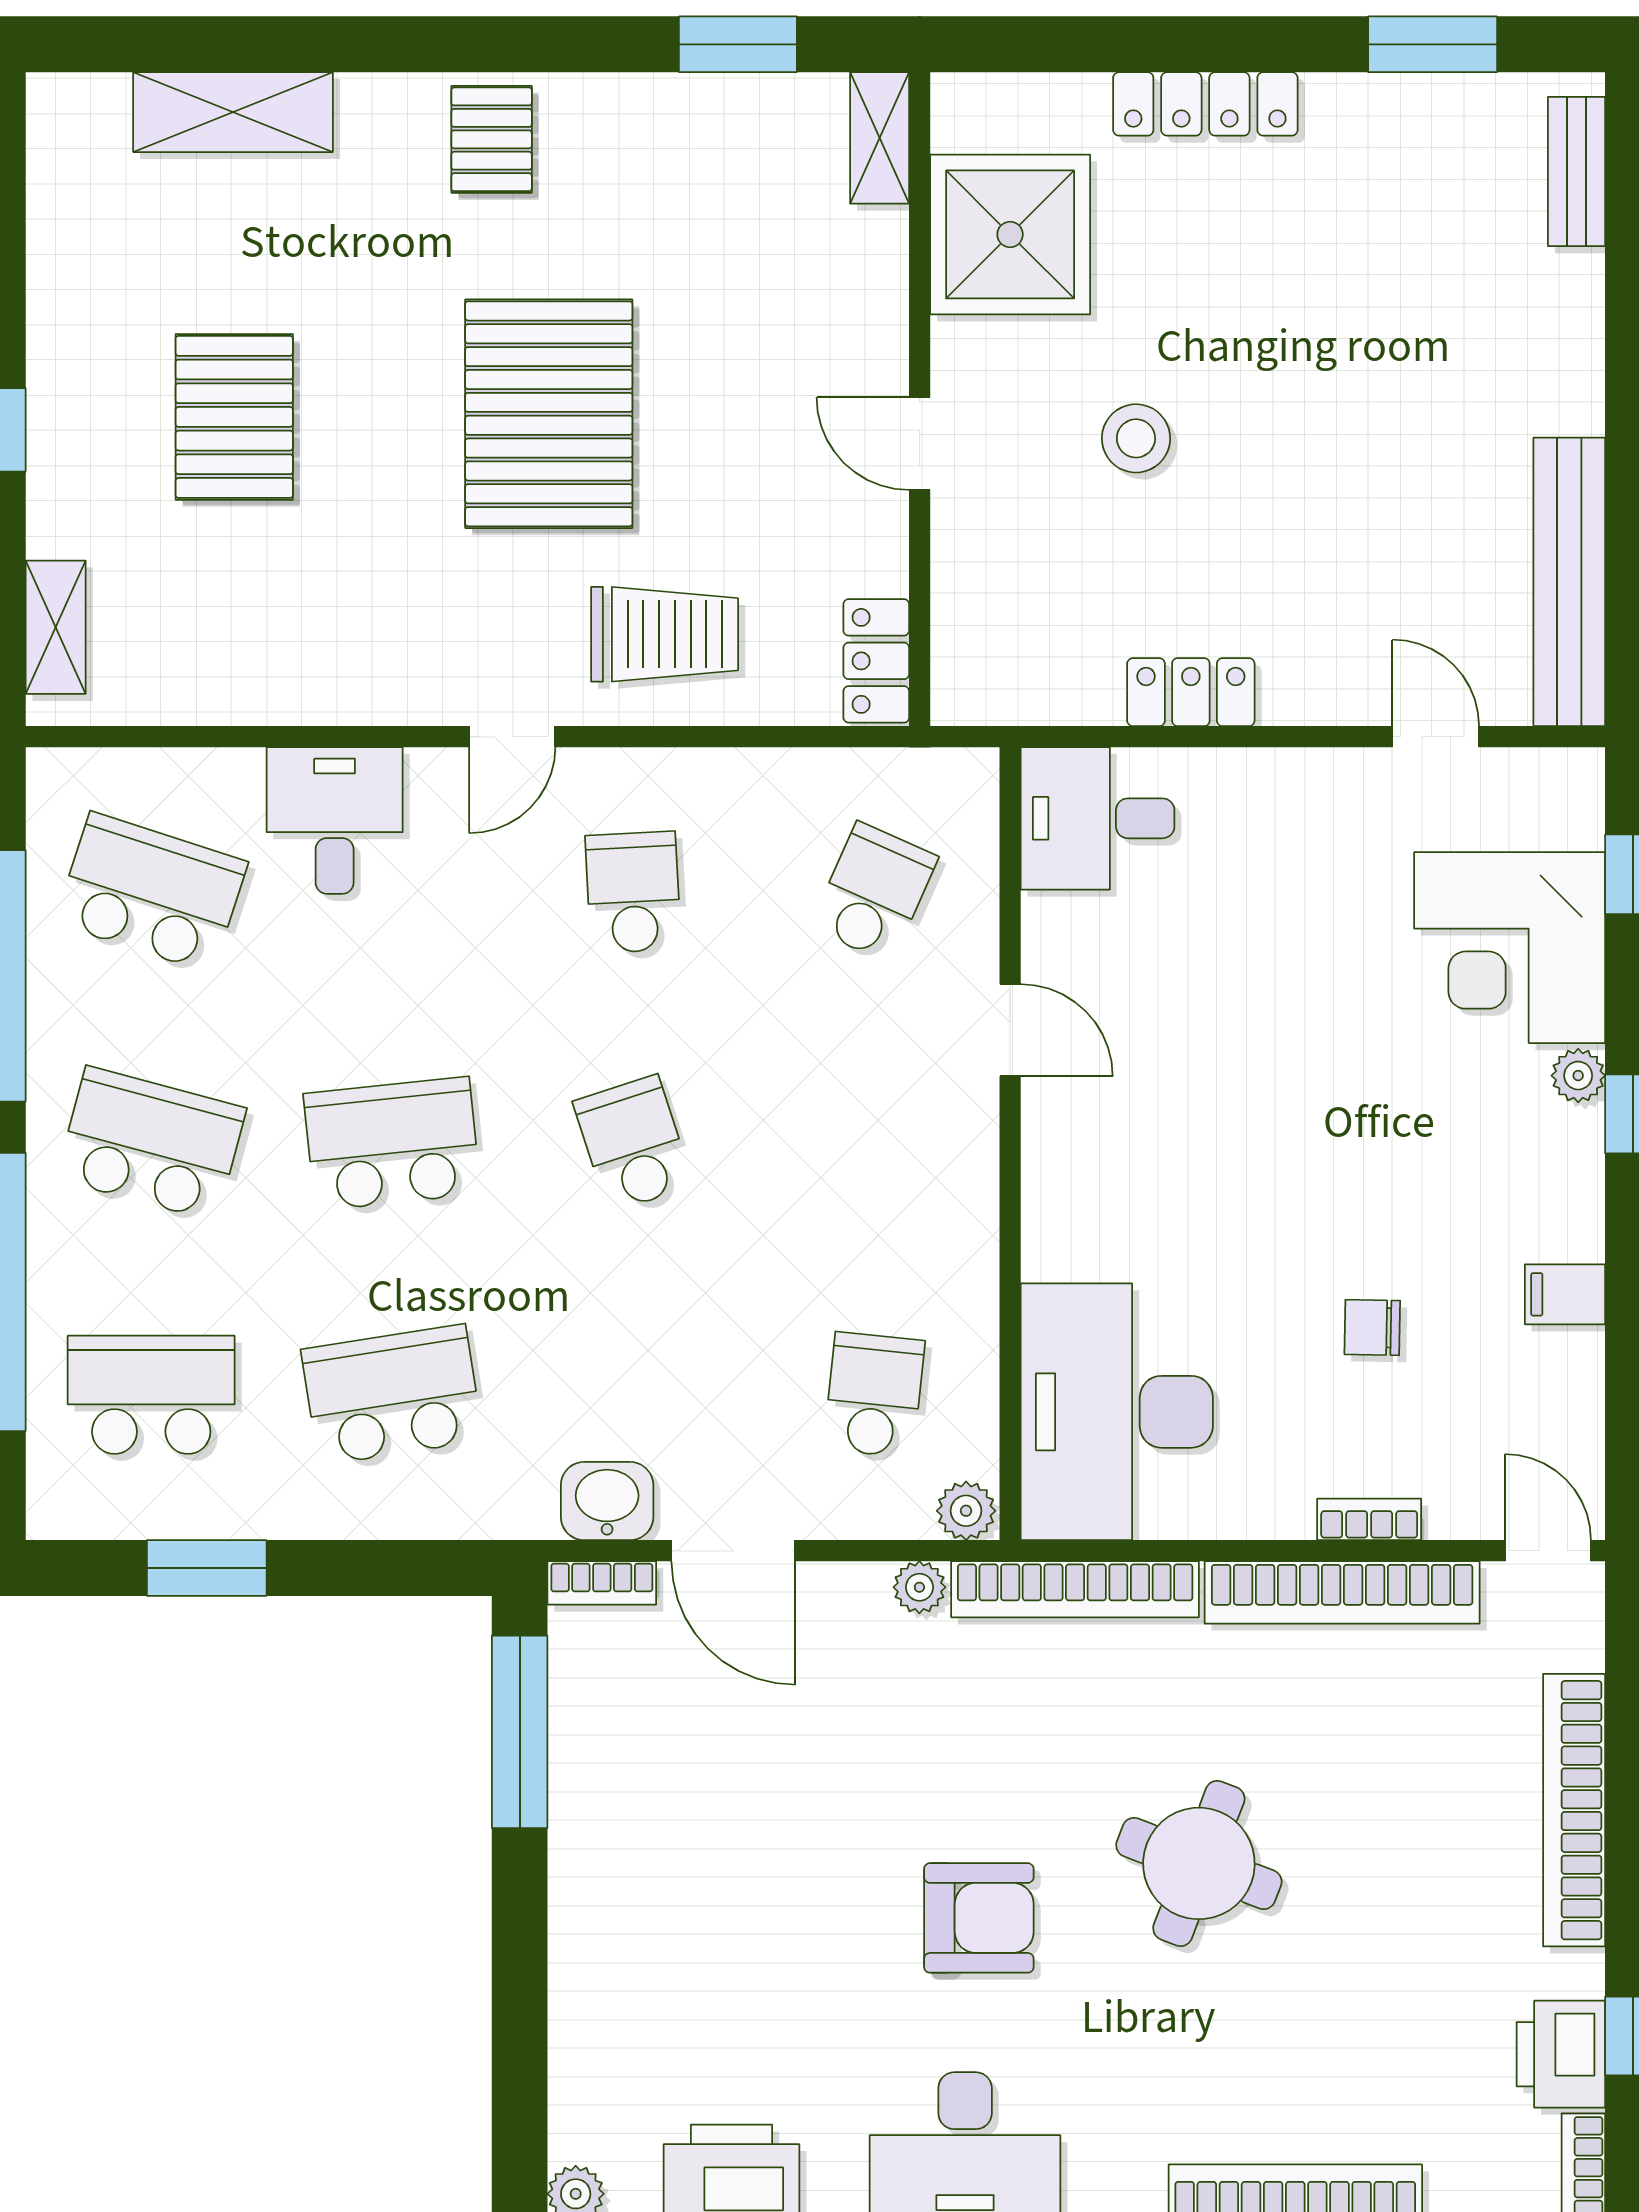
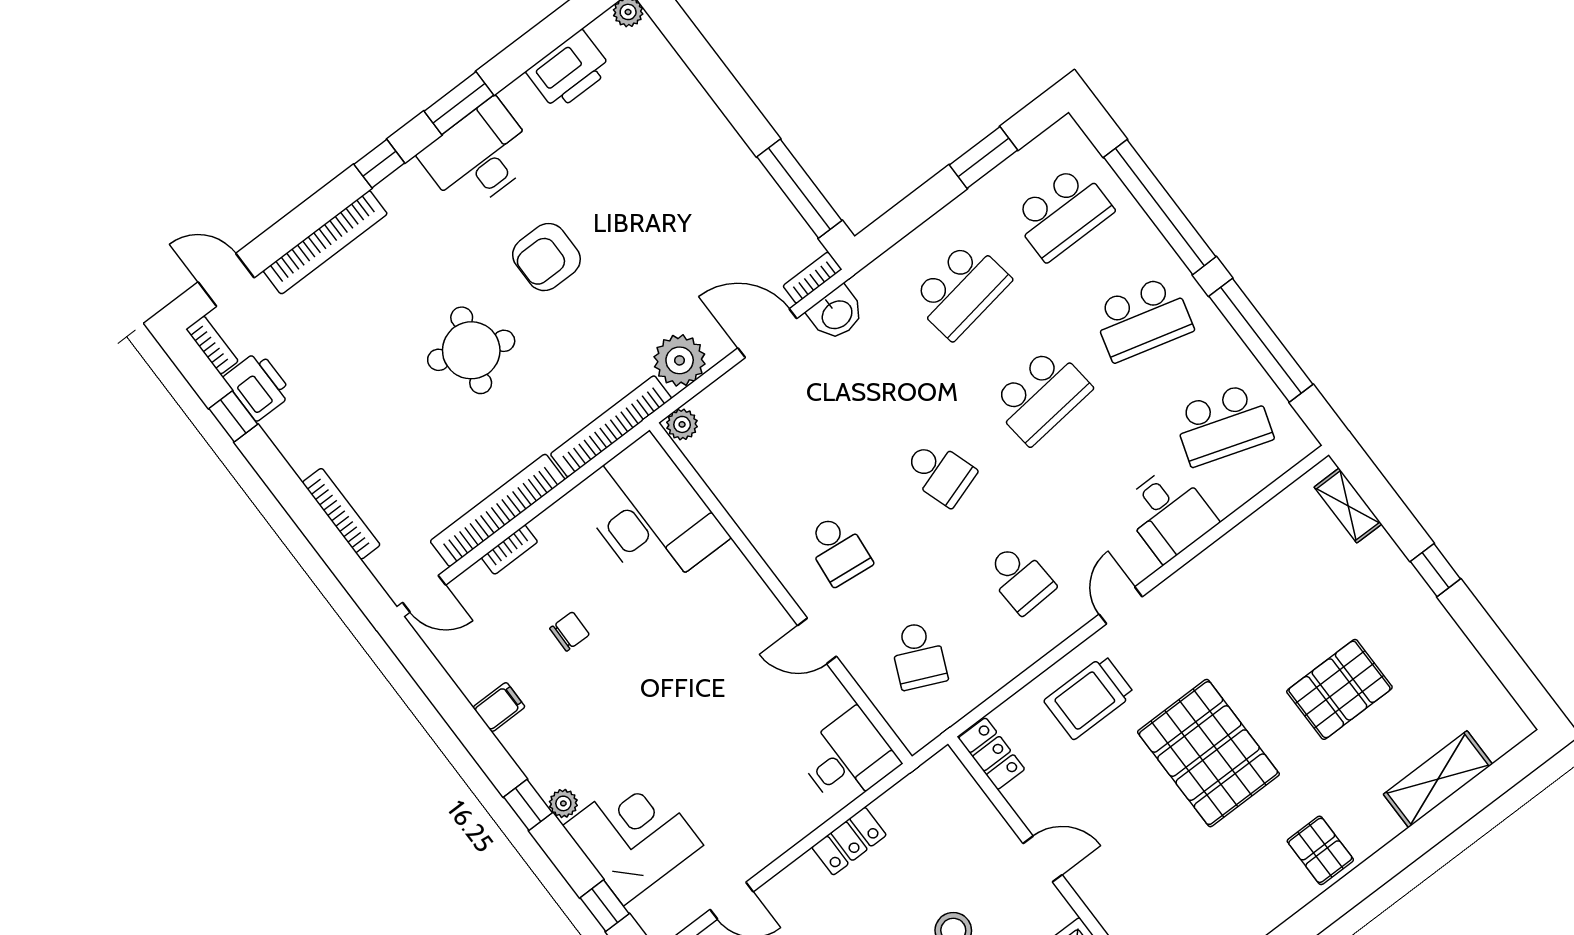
pallet: (234, 417) -> (1339, 689), moved, turned 90
school desk: (874, 1395) -> (838, 550), moved
plant: (919, 1587) -> (680, 360), width x1.88, depth x1.88
bookcase: (1574, 1810) -> (341, 514), width x0.68, depth x0.76

